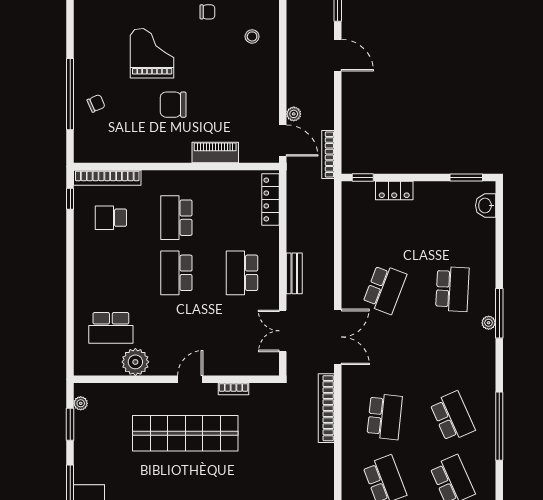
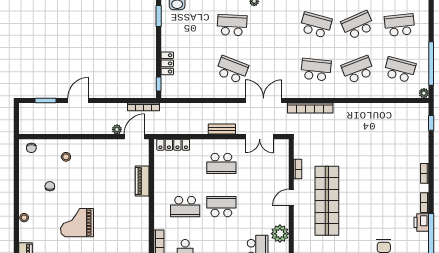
chair: (173, 105) -> (111, 209), removed
school desk: (176, 273) -> (221, 207), turned 180
door: (190, 379) -> (291, 197), hinge flipped
school desk: (452, 417) -> (316, 25), turned 39

